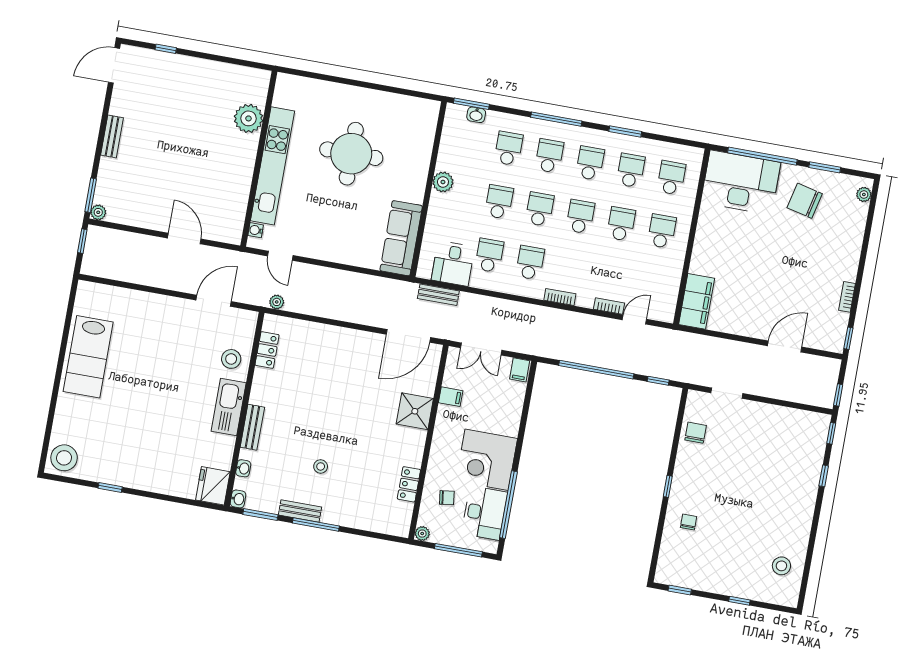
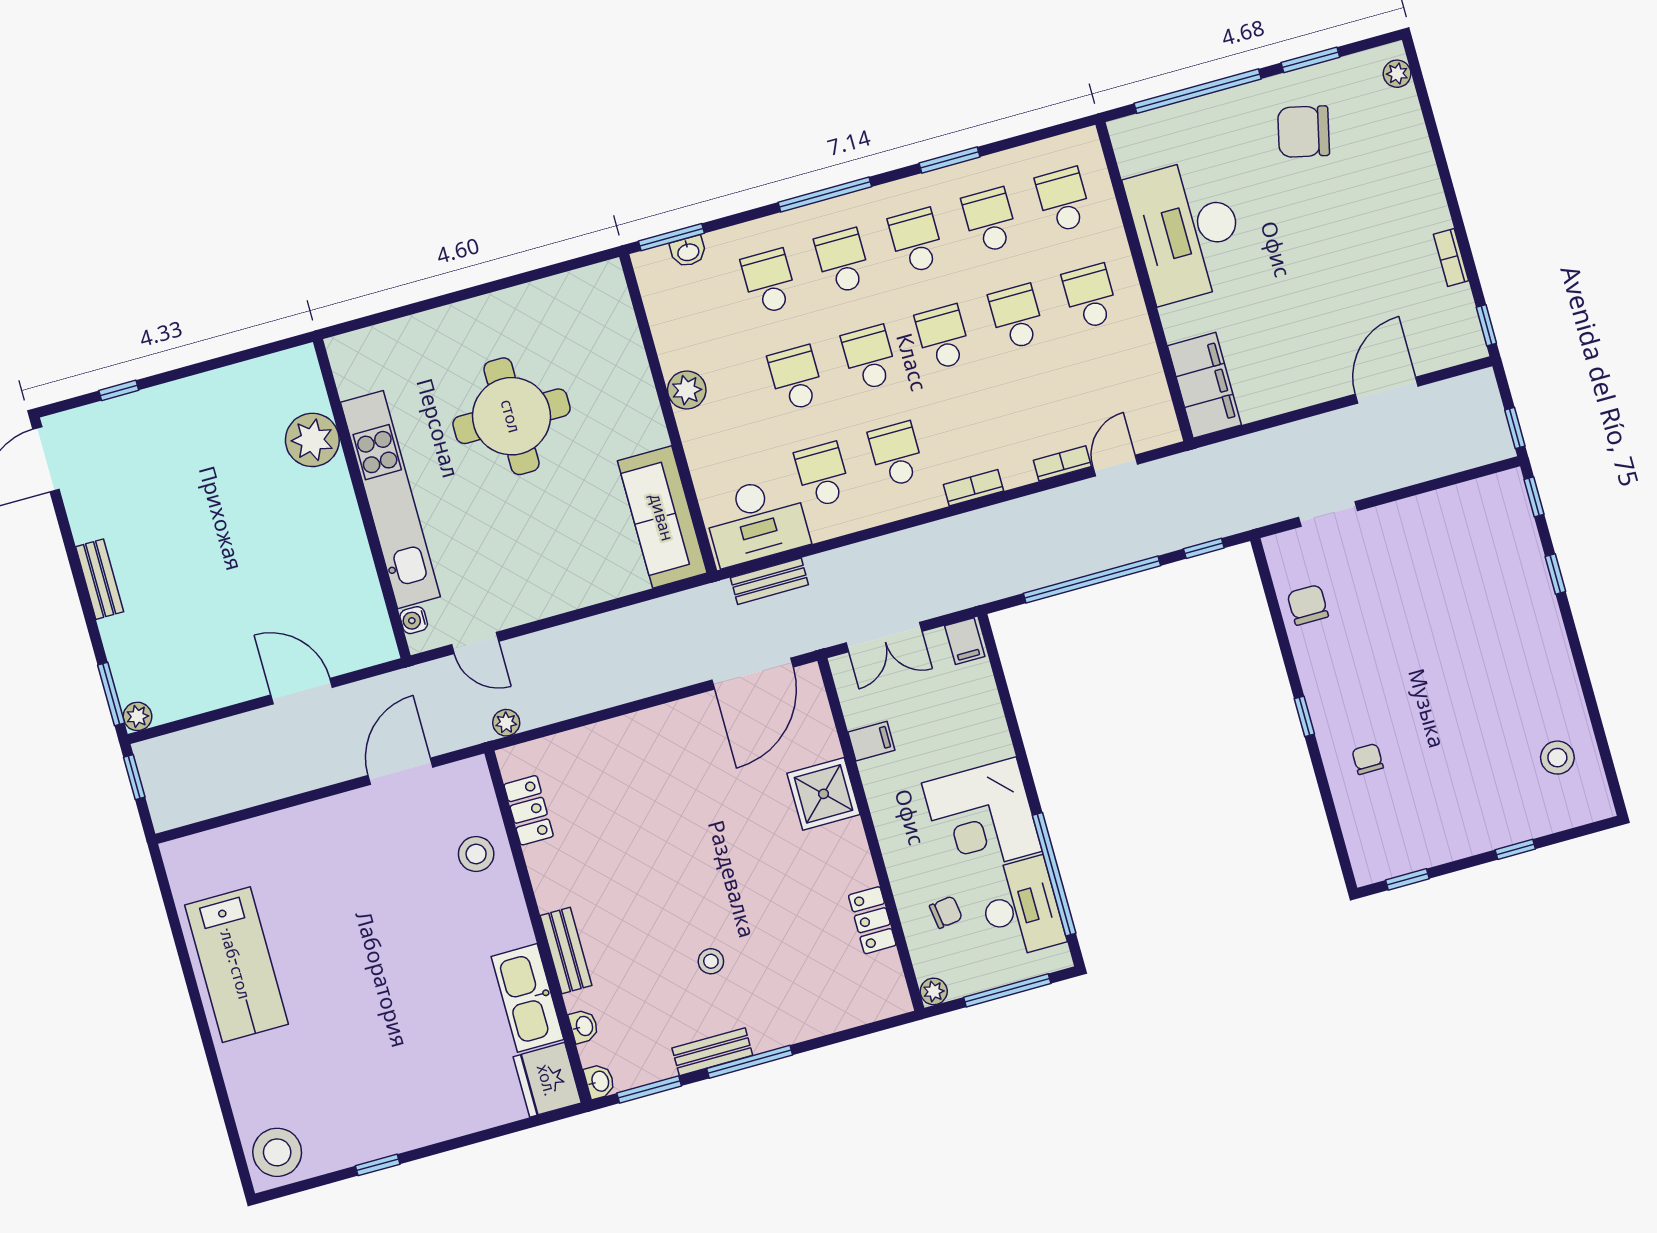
desk: (741, 182) -> (1187, 230), moved, turned -90
desk: (453, 264) -> (756, 521), width x1.37
kitchen sink: (229, 407) -> (527, 998), moved

